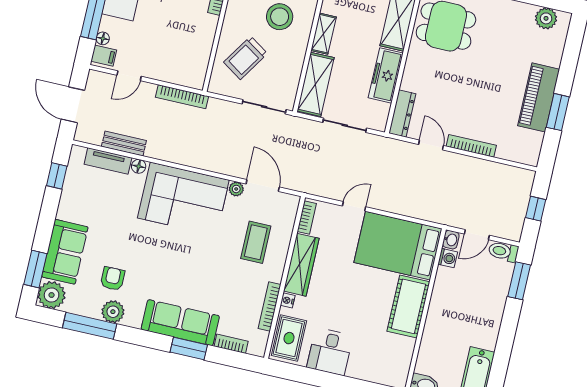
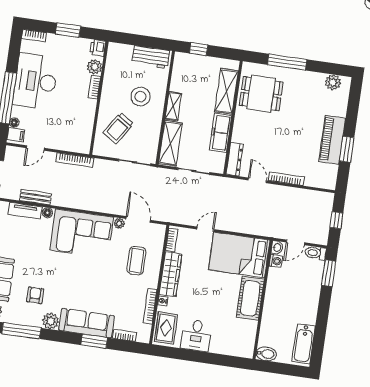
plant: (113, 312) -> (51, 321), moved

